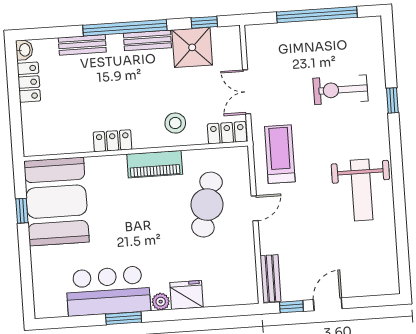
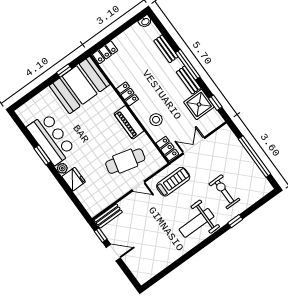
window: (125, 28) -> (188, 65), width x0.68
locker: (29, 82) -> (105, 52), moved
weight bench: (362, 190) -> (197, 223), moved

